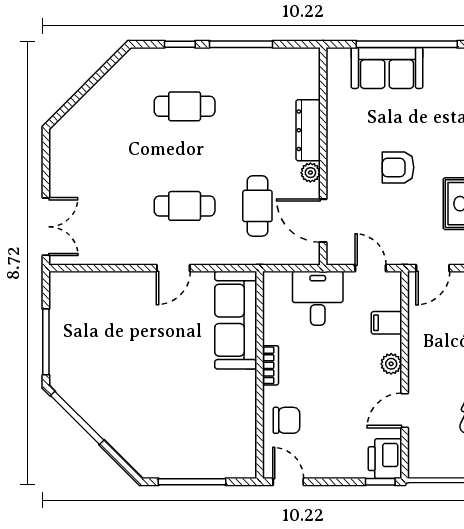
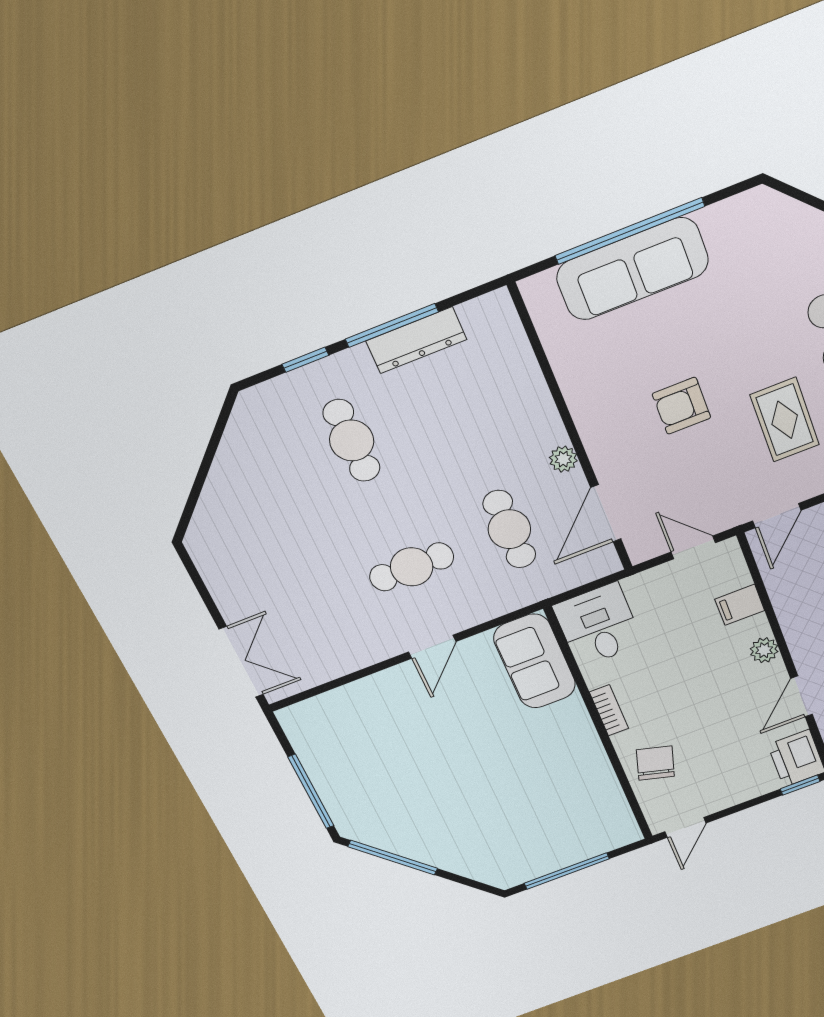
sofa: (387, 68) -> (633, 269), width x1.36
cafe table: (185, 106) -> (352, 441), turned 90
dresser: (308, 130) -> (416, 340), moved, turned -90
door: (323, 221) -> (606, 513), hinge flipped
desk: (318, 298) -> (598, 625), moved
sofa: (236, 320) -> (535, 661), width x0.73
chair: (286, 420) -> (655, 763), turned -74
door: (288, 482) -> (685, 827), swing flipped

